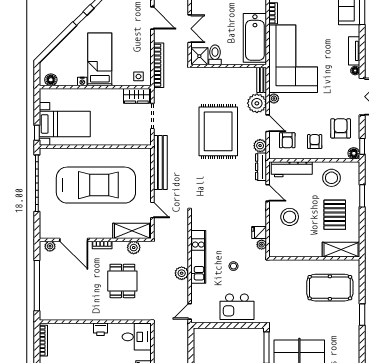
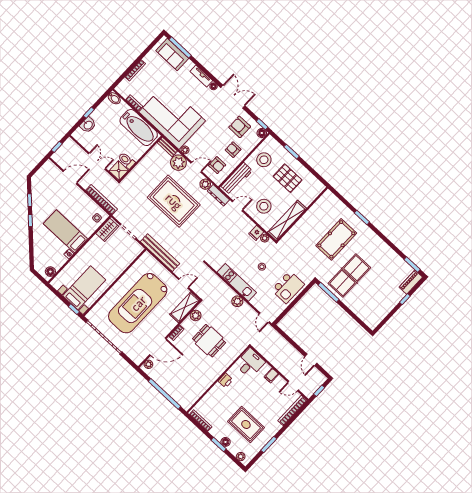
car: (96, 185) -> (138, 303), turned 180
shelving: (341, 250) -> (287, 220), moved, width x1.47
pool table: (330, 288) -> (336, 239), moved

